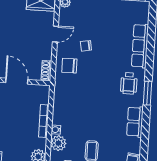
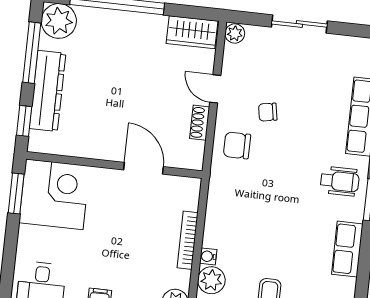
door: (55, 34) -> (215, 89), swing flipped
shoe rack: (46, 70) -> (200, 123), moved
wheelchair: (129, 83) -> (340, 181), turned -90

